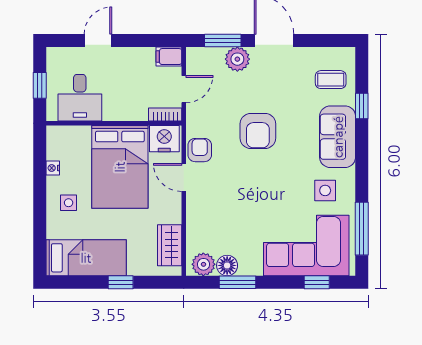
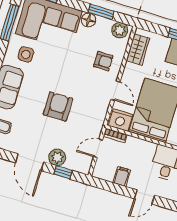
window: (223, 41) -> (63, 172), width x0.67
filing cabinet: (169, 57) -> (122, 176), moved, turned -90
armchair: (200, 150) -> (103, 61), moved, turned -90
floor lamp: (227, 265) -> (88, 20), moved

